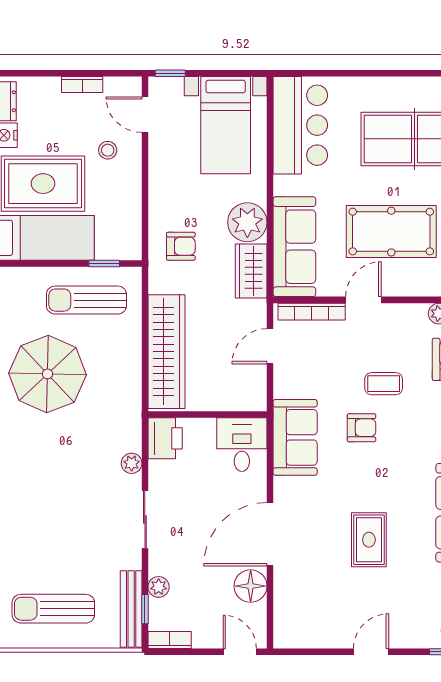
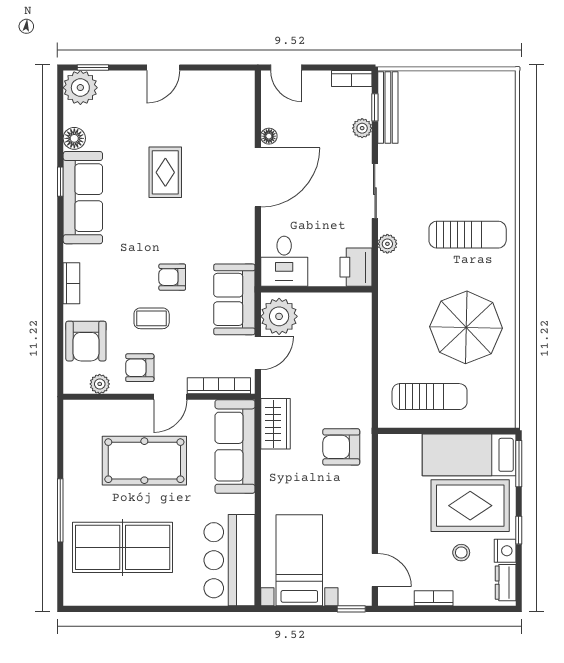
stool: (108, 150) -> (461, 553), moved
plant: (247, 222) -> (279, 316), moved
armchair: (181, 246) -> (341, 447), width x1.38, depth x1.38
window: (104, 263) -> (413, 431), removed
armchair: (396, 331) -> (140, 368), added
wardrobe: (166, 352) -> (355, 348), removed
sofa: (295, 437) -> (234, 299), moved
floor lamp: (251, 586) -> (269, 136), width x0.53, depth x0.53
sun lounger: (53, 609) -> (468, 235), moved

